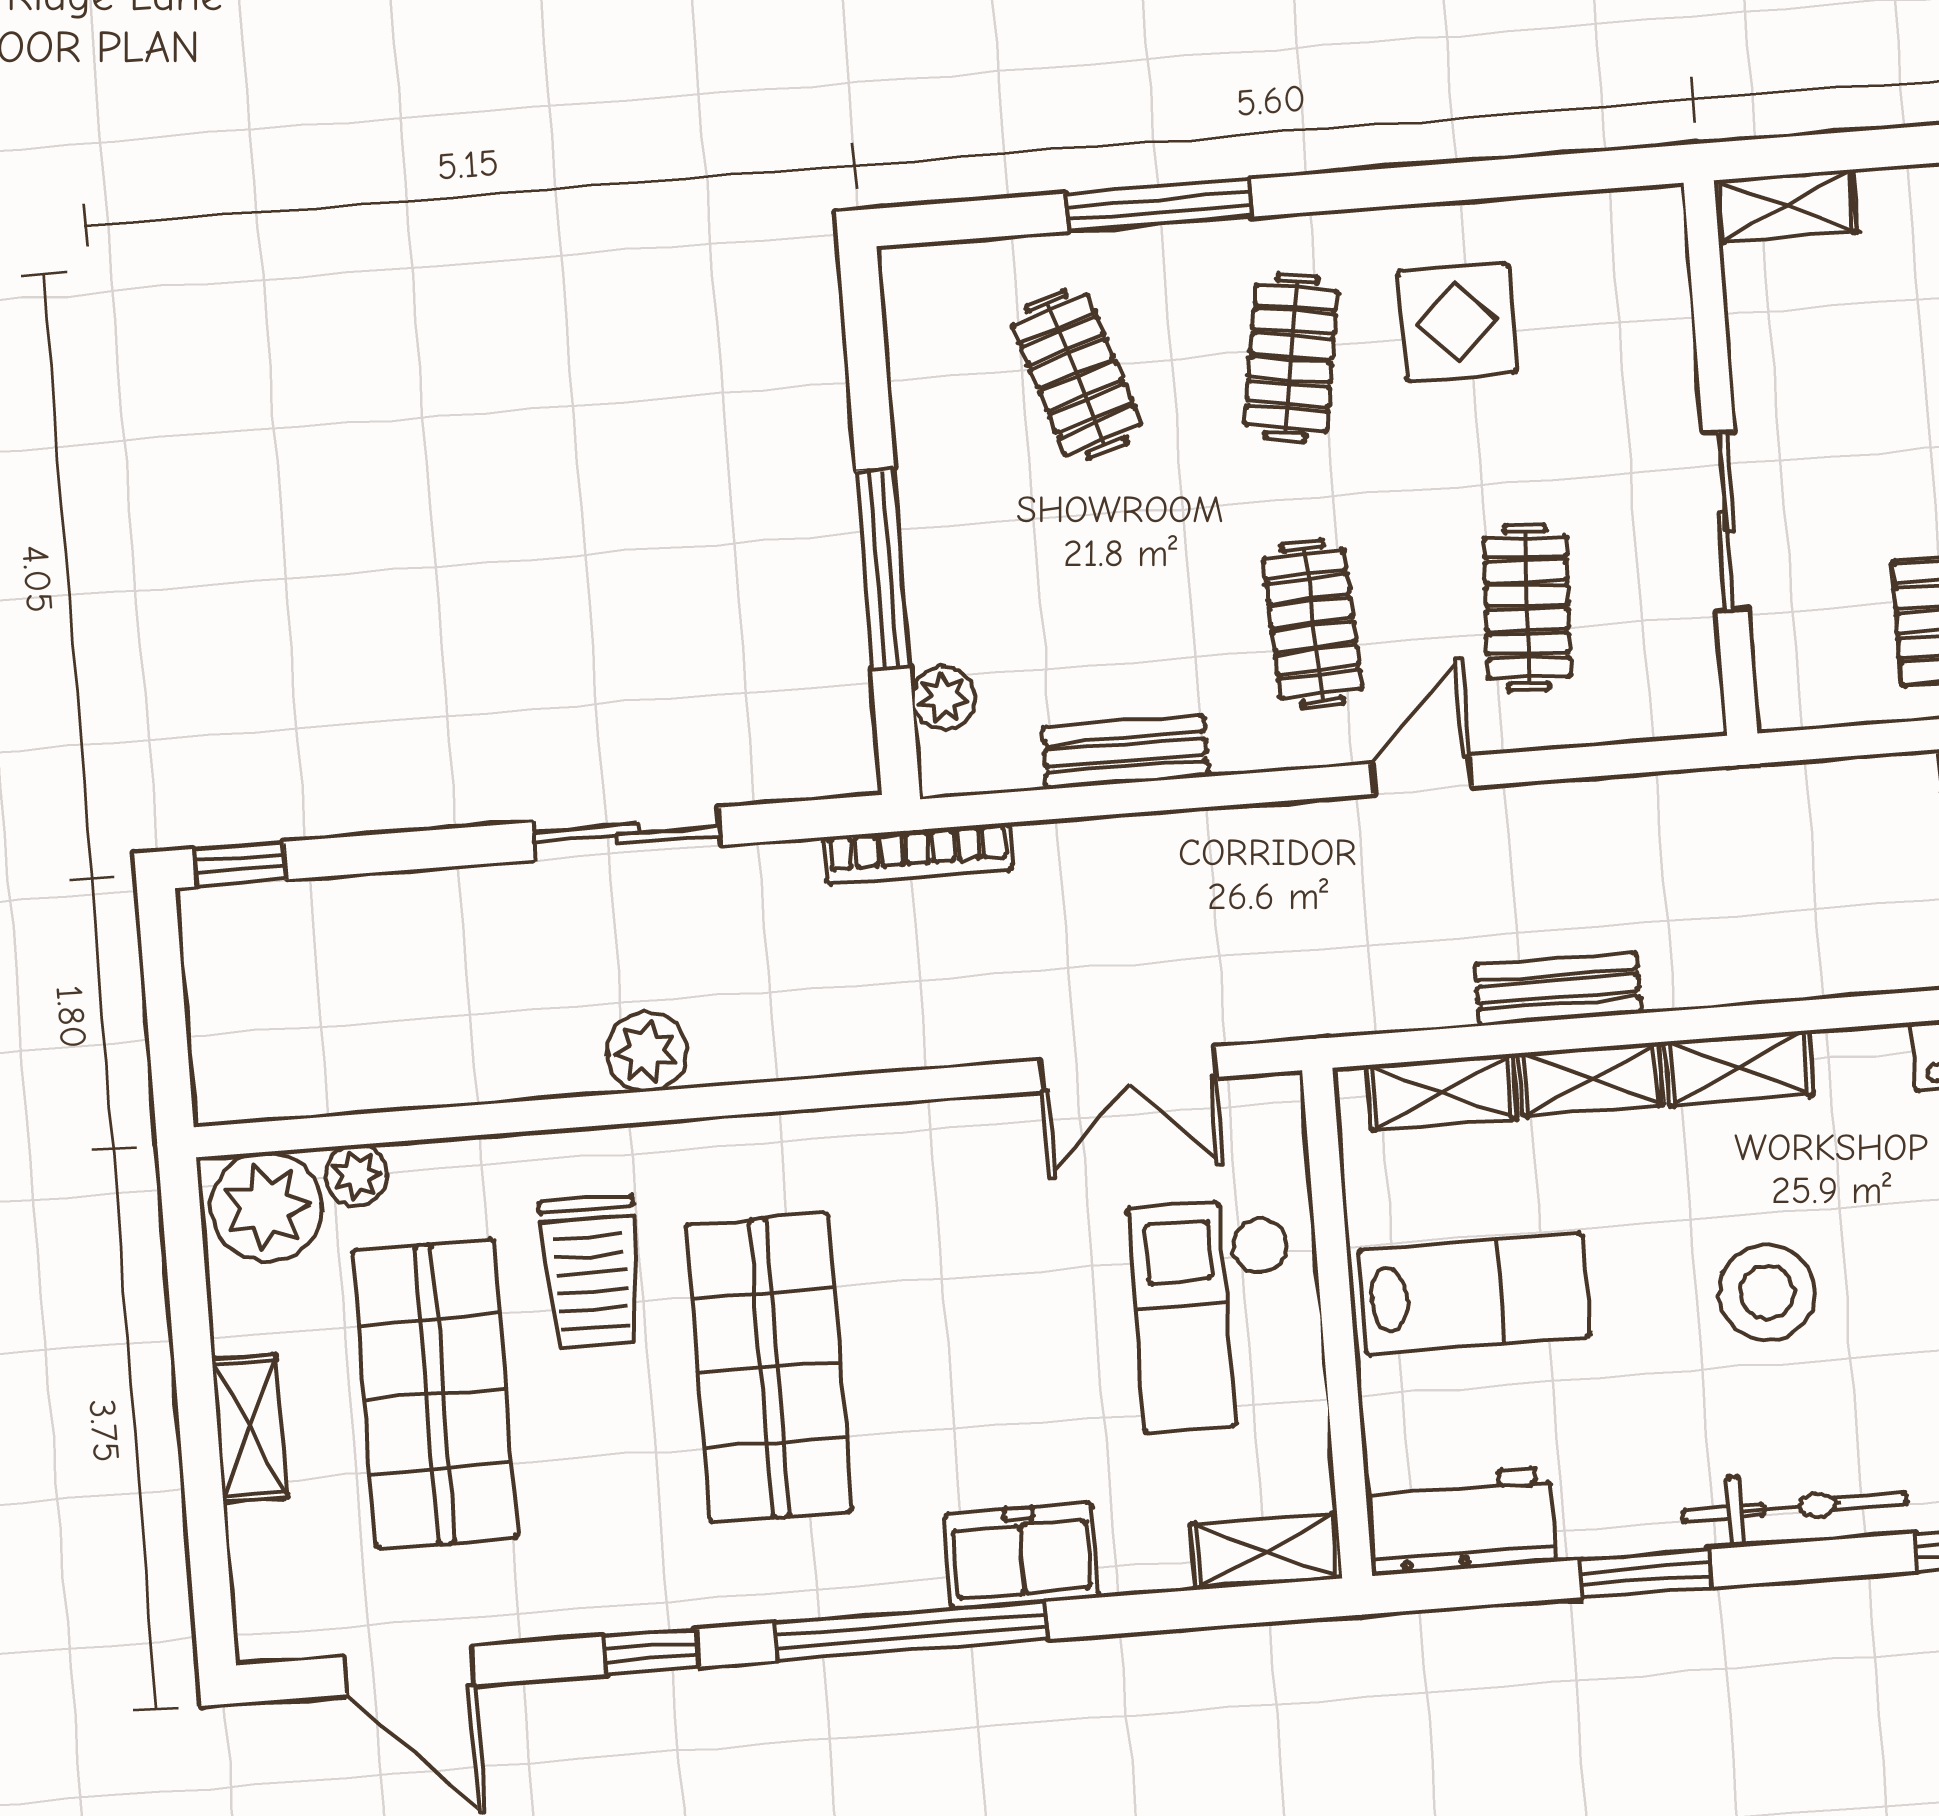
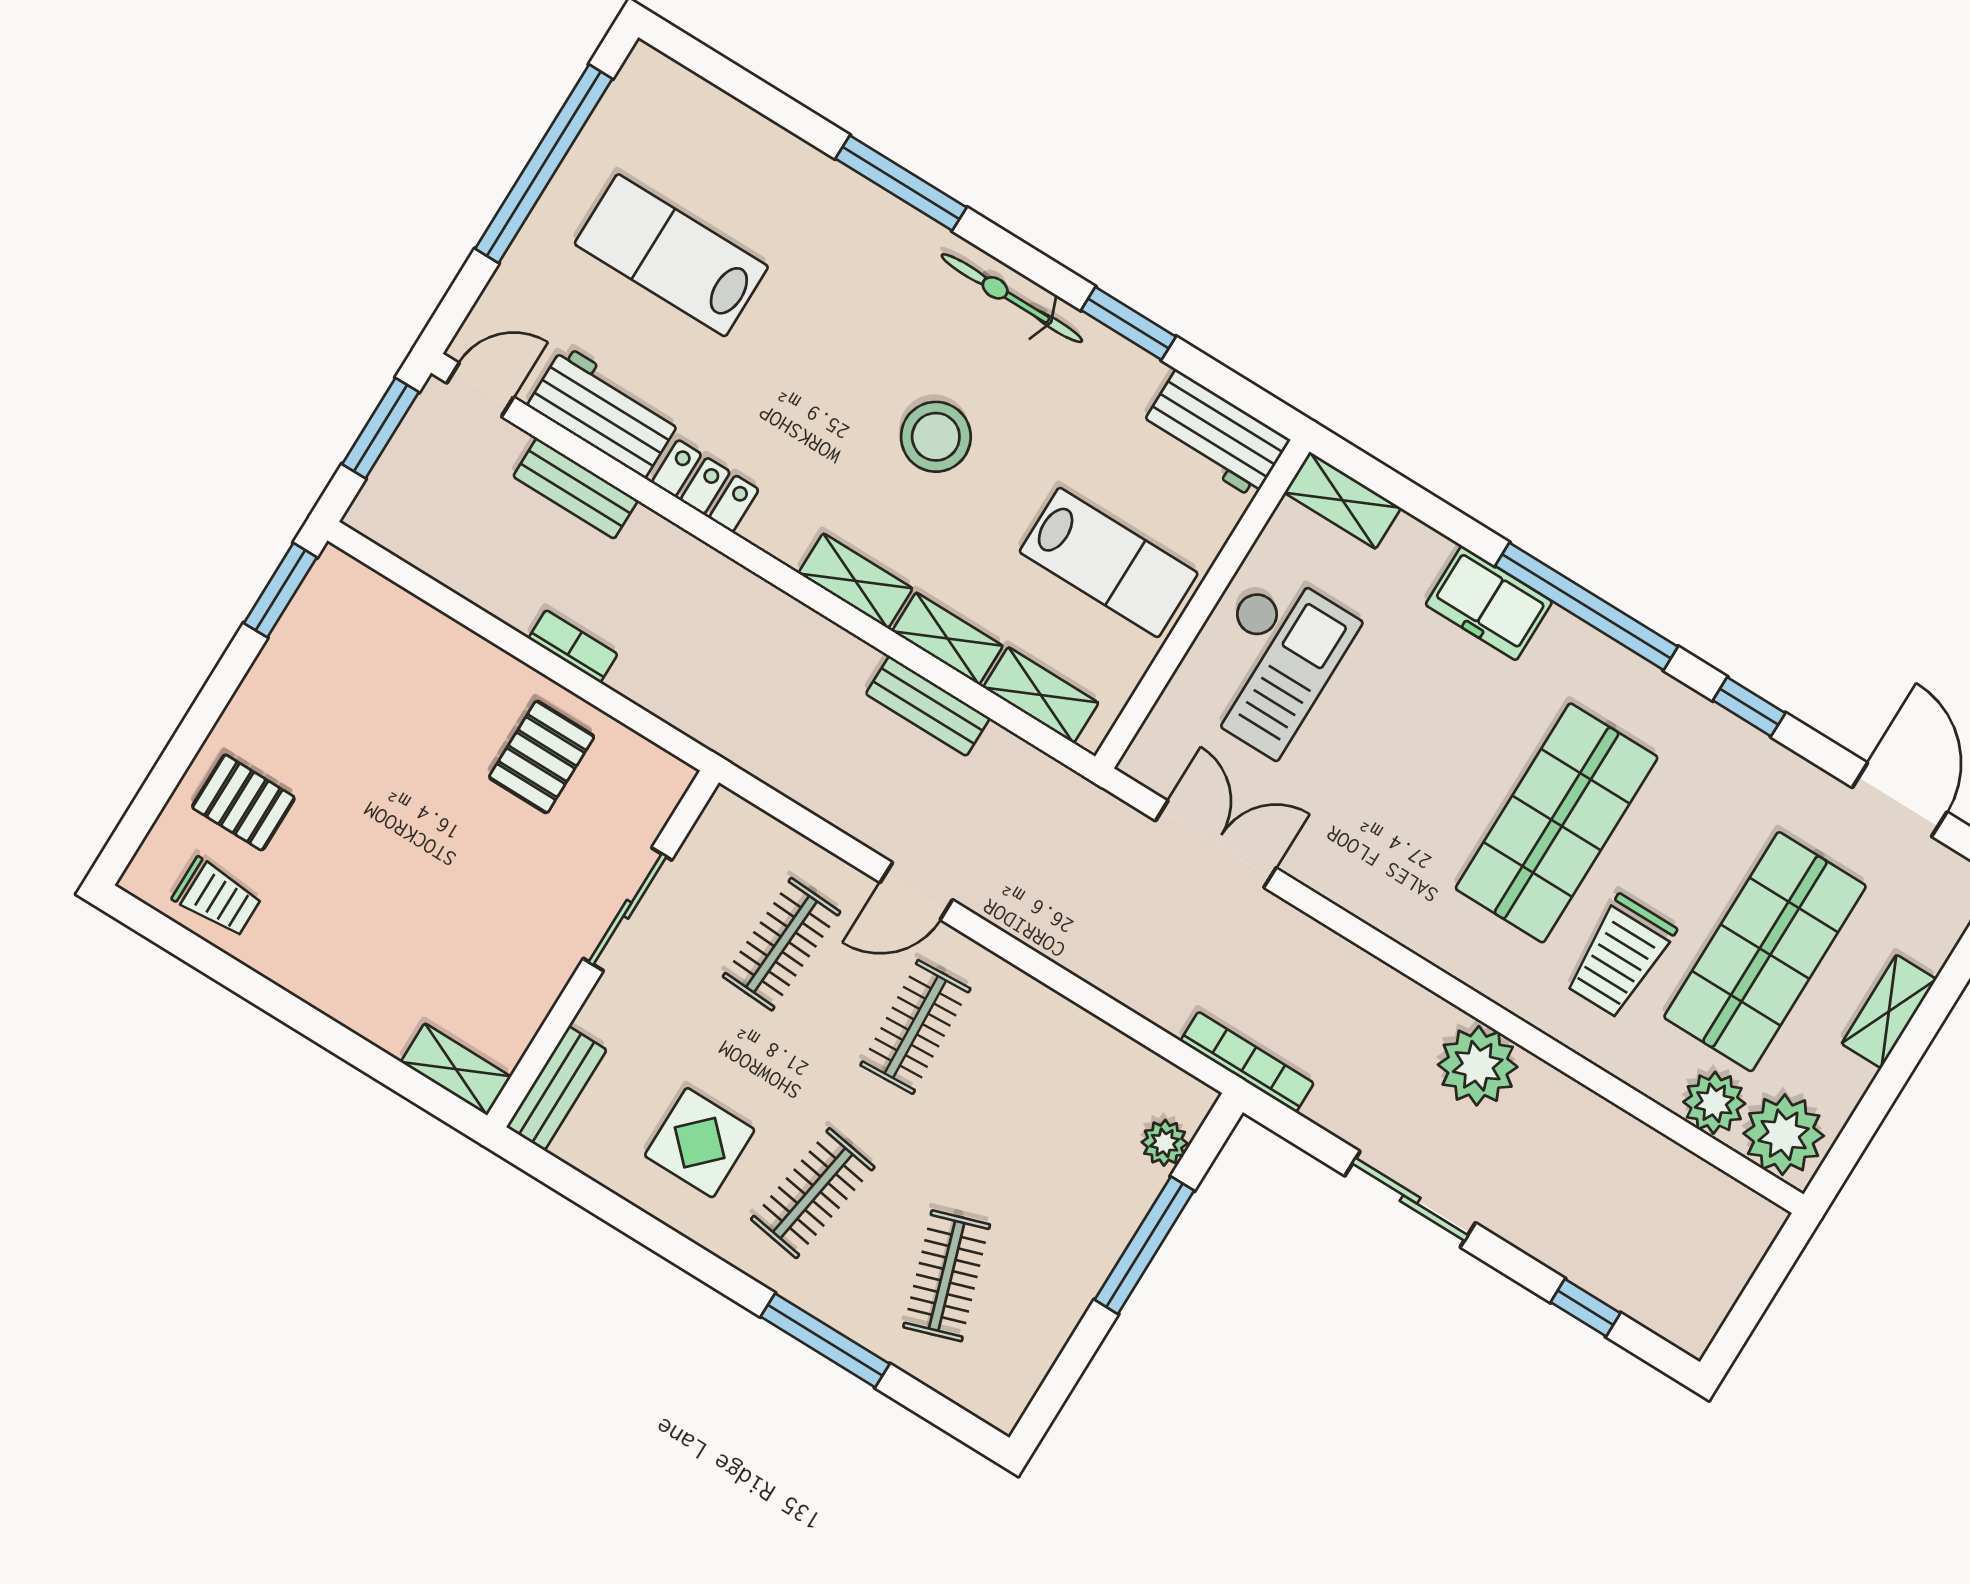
bench: (1125, 752) -> (556, 1088), moved, turned 90
window: (240, 864) -> (1586, 1308), moved
plant: (647, 1052) -> (1478, 1066), width x1.36, depth x1.36
plant: (356, 1176) -> (1714, 1103), width x1.38, depth x1.38
trolley: (591, 1272) -> (1620, 957), turned 180
lab bench: (1474, 1293) -> (1109, 562), turned 180

